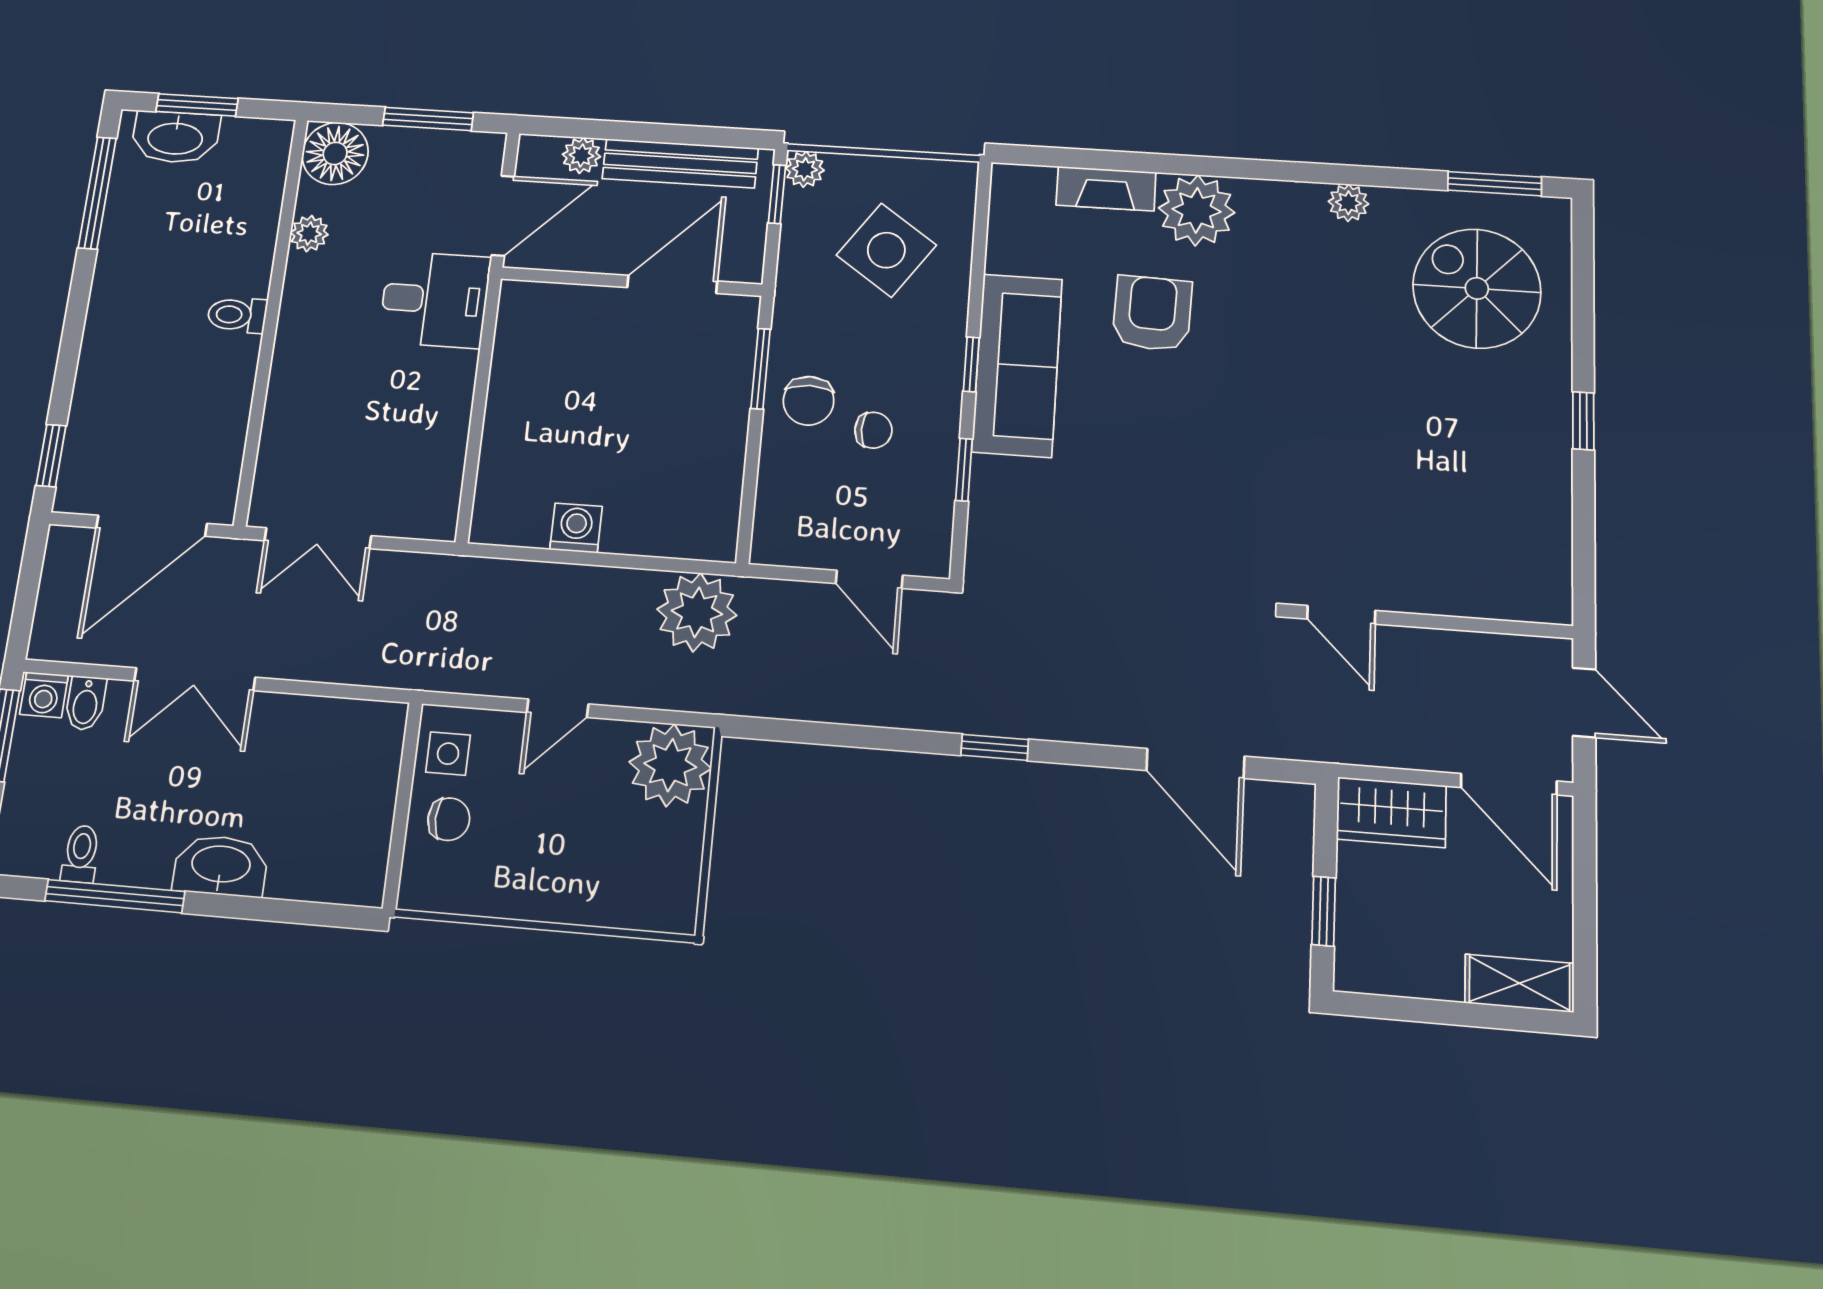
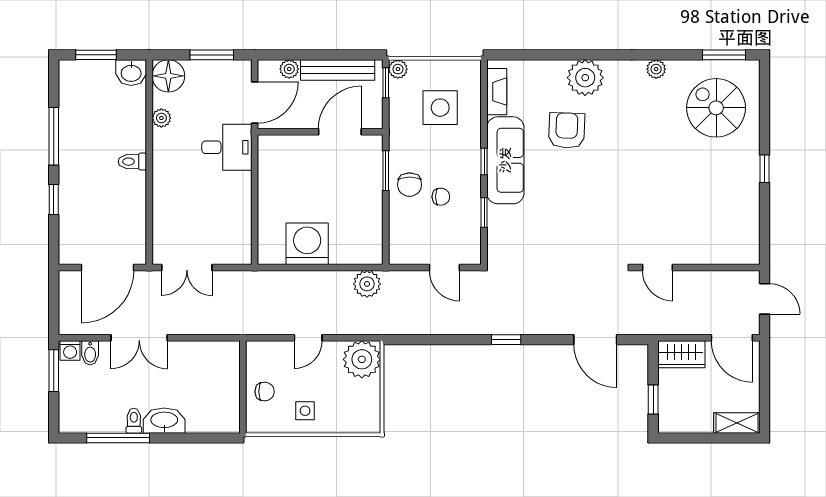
washbasin: (175, 137) -> (131, 73), moved, width x0.72
fireplace: (1106, 189) -> (497, 92), moved, turned -90
window: (97, 193) -> (54, 136), moved
side table: (886, 250) -> (440, 108), turned -35
window: (51, 456) -> (54, 200), moved
washing machine: (576, 528) -> (307, 244), width x1.89, depth x1.89
plant: (697, 612) -> (367, 284), width x0.73, depth x0.73
side table: (448, 754) -> (305, 411), moved
toilet: (81, 854) -> (134, 421), moved

